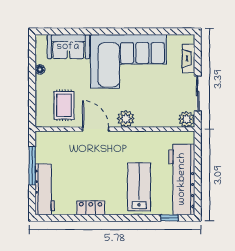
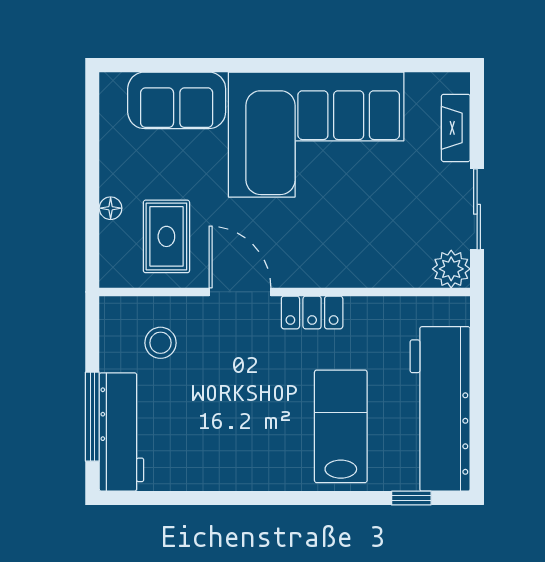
floor lamp: (40, 69) -> (111, 208), moved
plant: (126, 119) -> (310, 268), removed
stool: (61, 151) -> (160, 343), added
window: (32, 166) -> (92, 417), moved
locker: (91, 208) -> (312, 312), moved, turned 180

